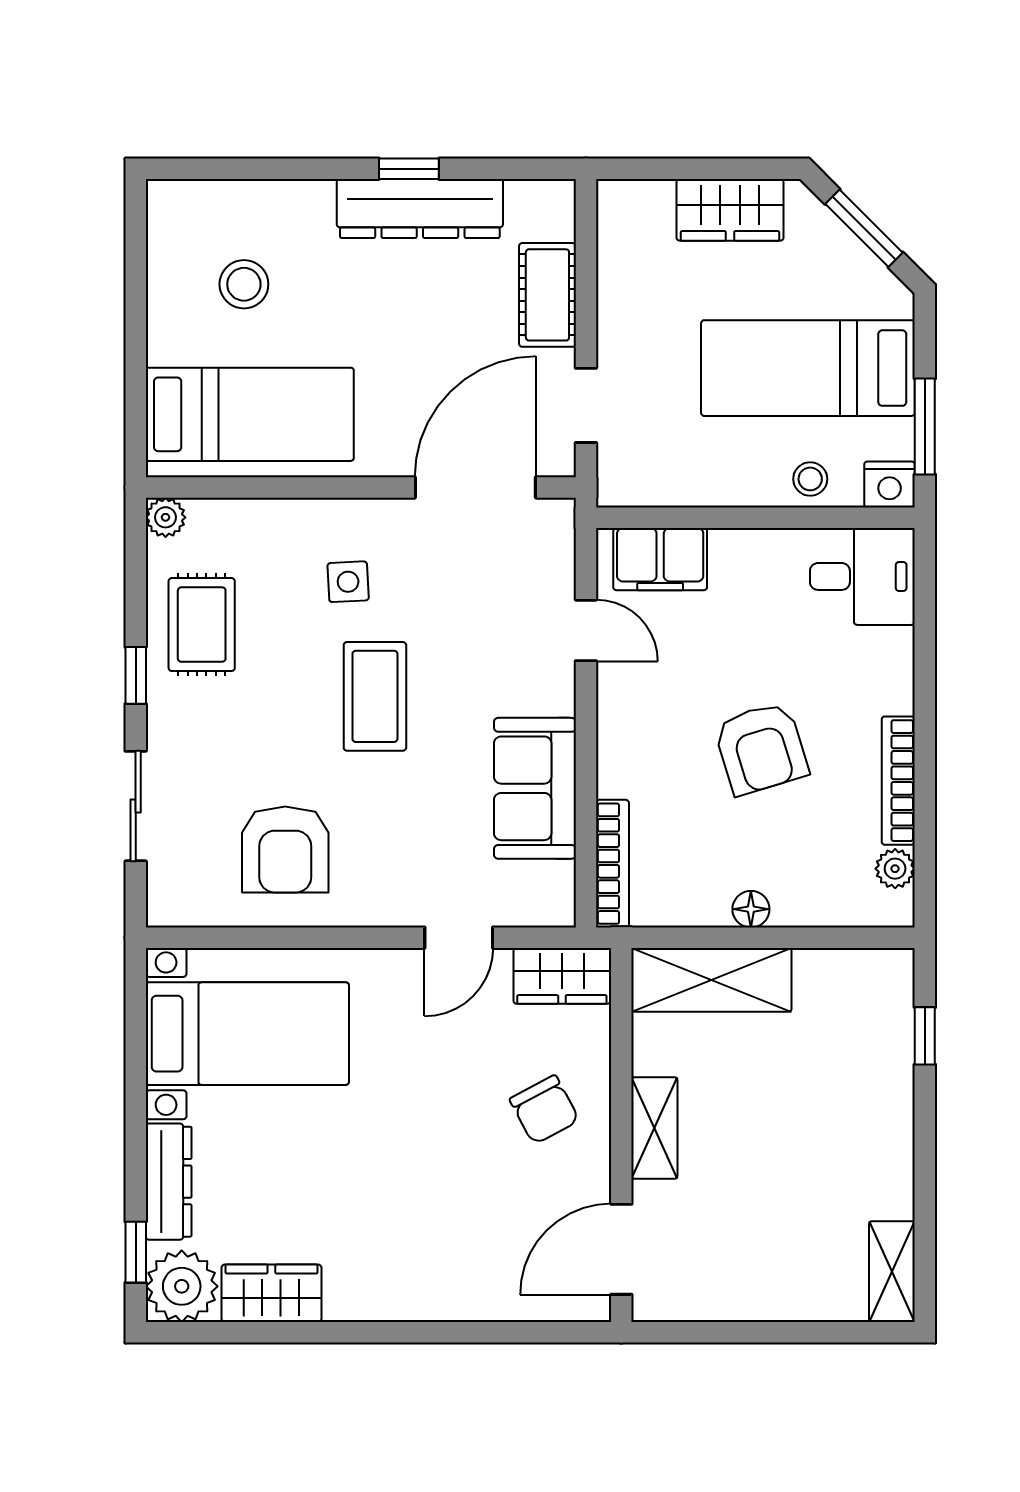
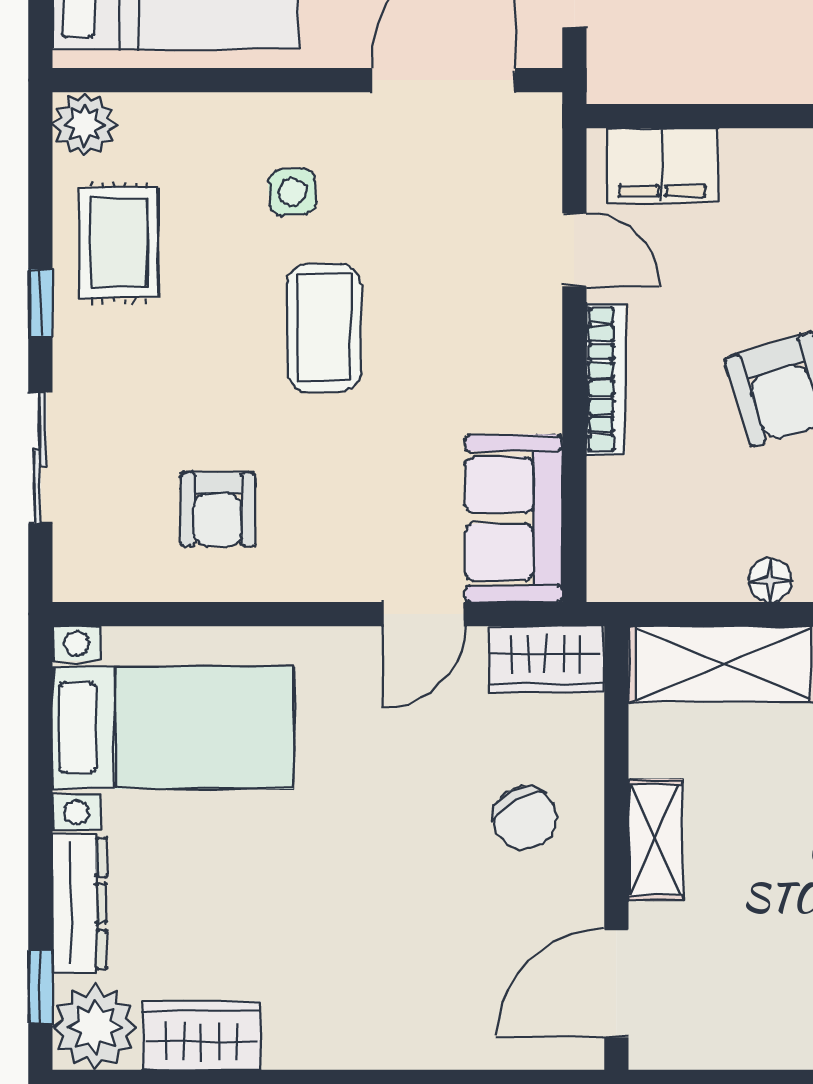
plant: (166, 517) -> (85, 124), width x1.38, depth x1.38
sofa: (535, 788) -> (514, 518), moved
armchair: (285, 850) -> (218, 509), width x0.72, depth x0.72
bookcase: (612, 864) -> (606, 379), moved

